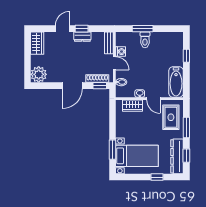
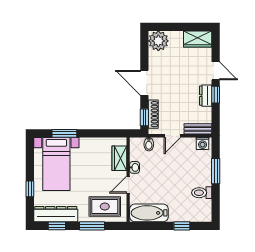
toilet: (145, 40) -> (202, 193), moved
washing machine: (121, 52) -> (203, 143), moved

